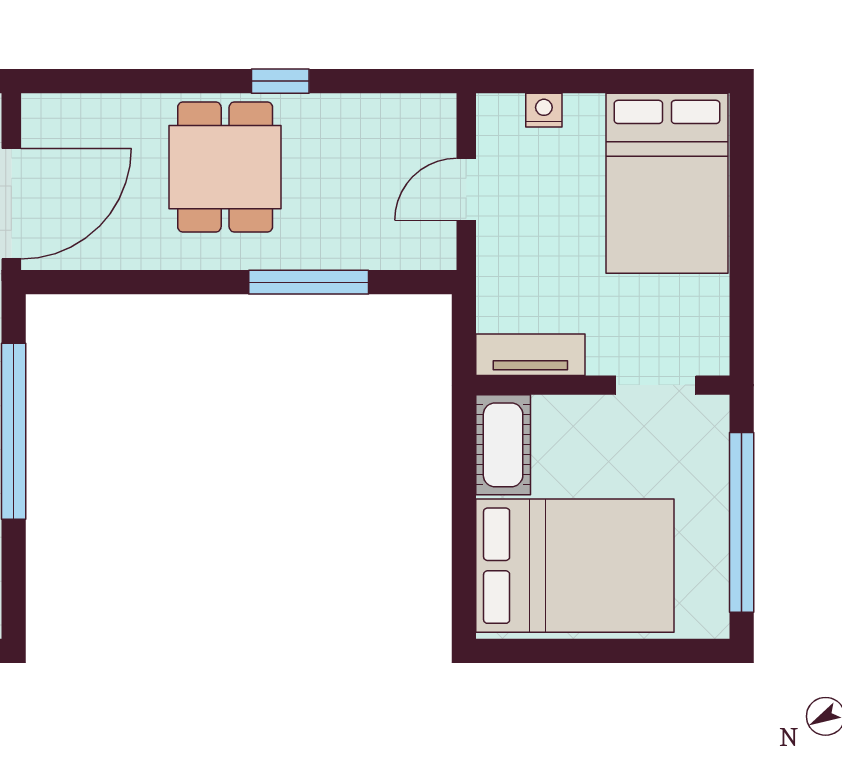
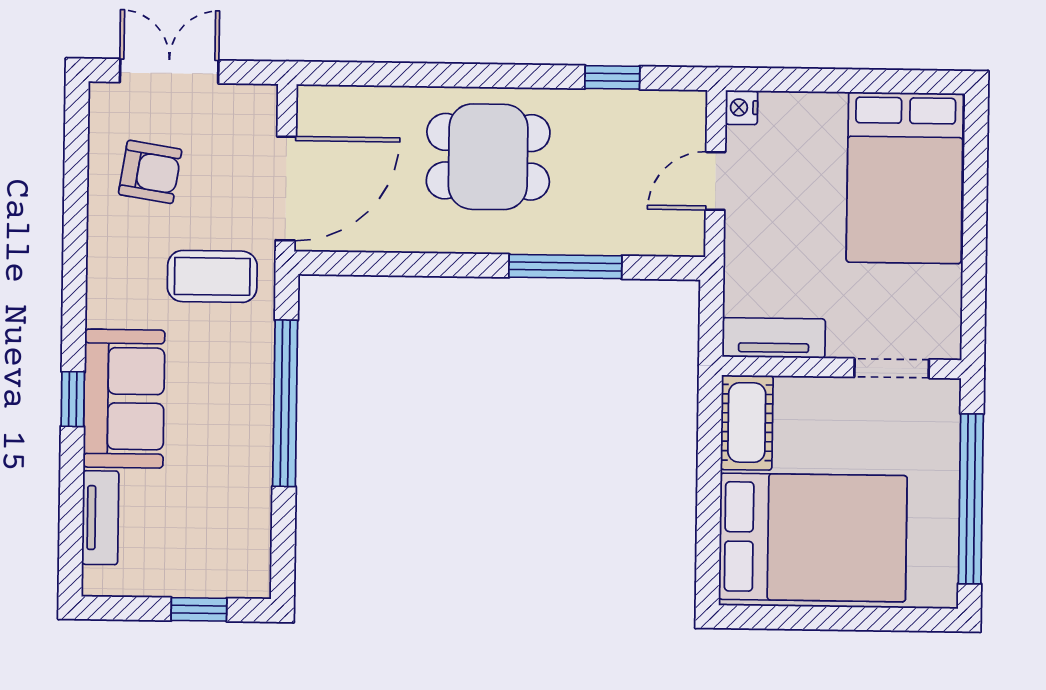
window: (280, 81) -> (612, 77), moved
nightstand: (544, 110) -> (741, 107), moved, turned -90
dining table: (225, 167) -> (488, 157), turned 90

